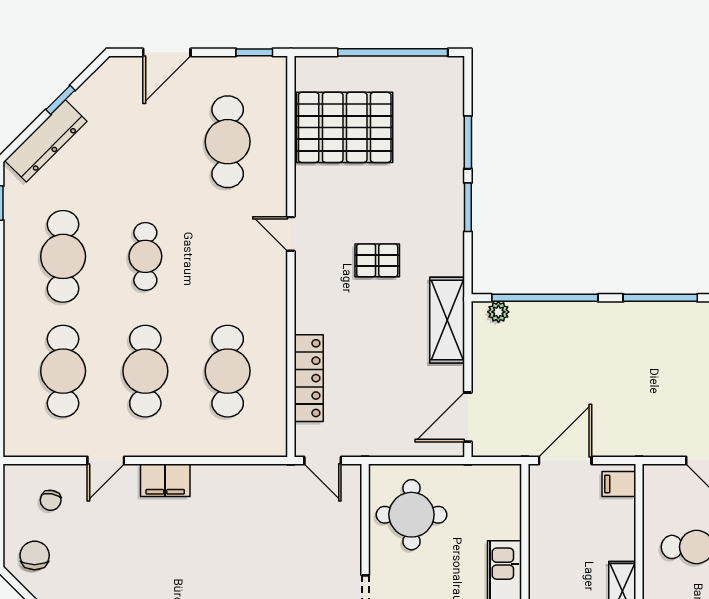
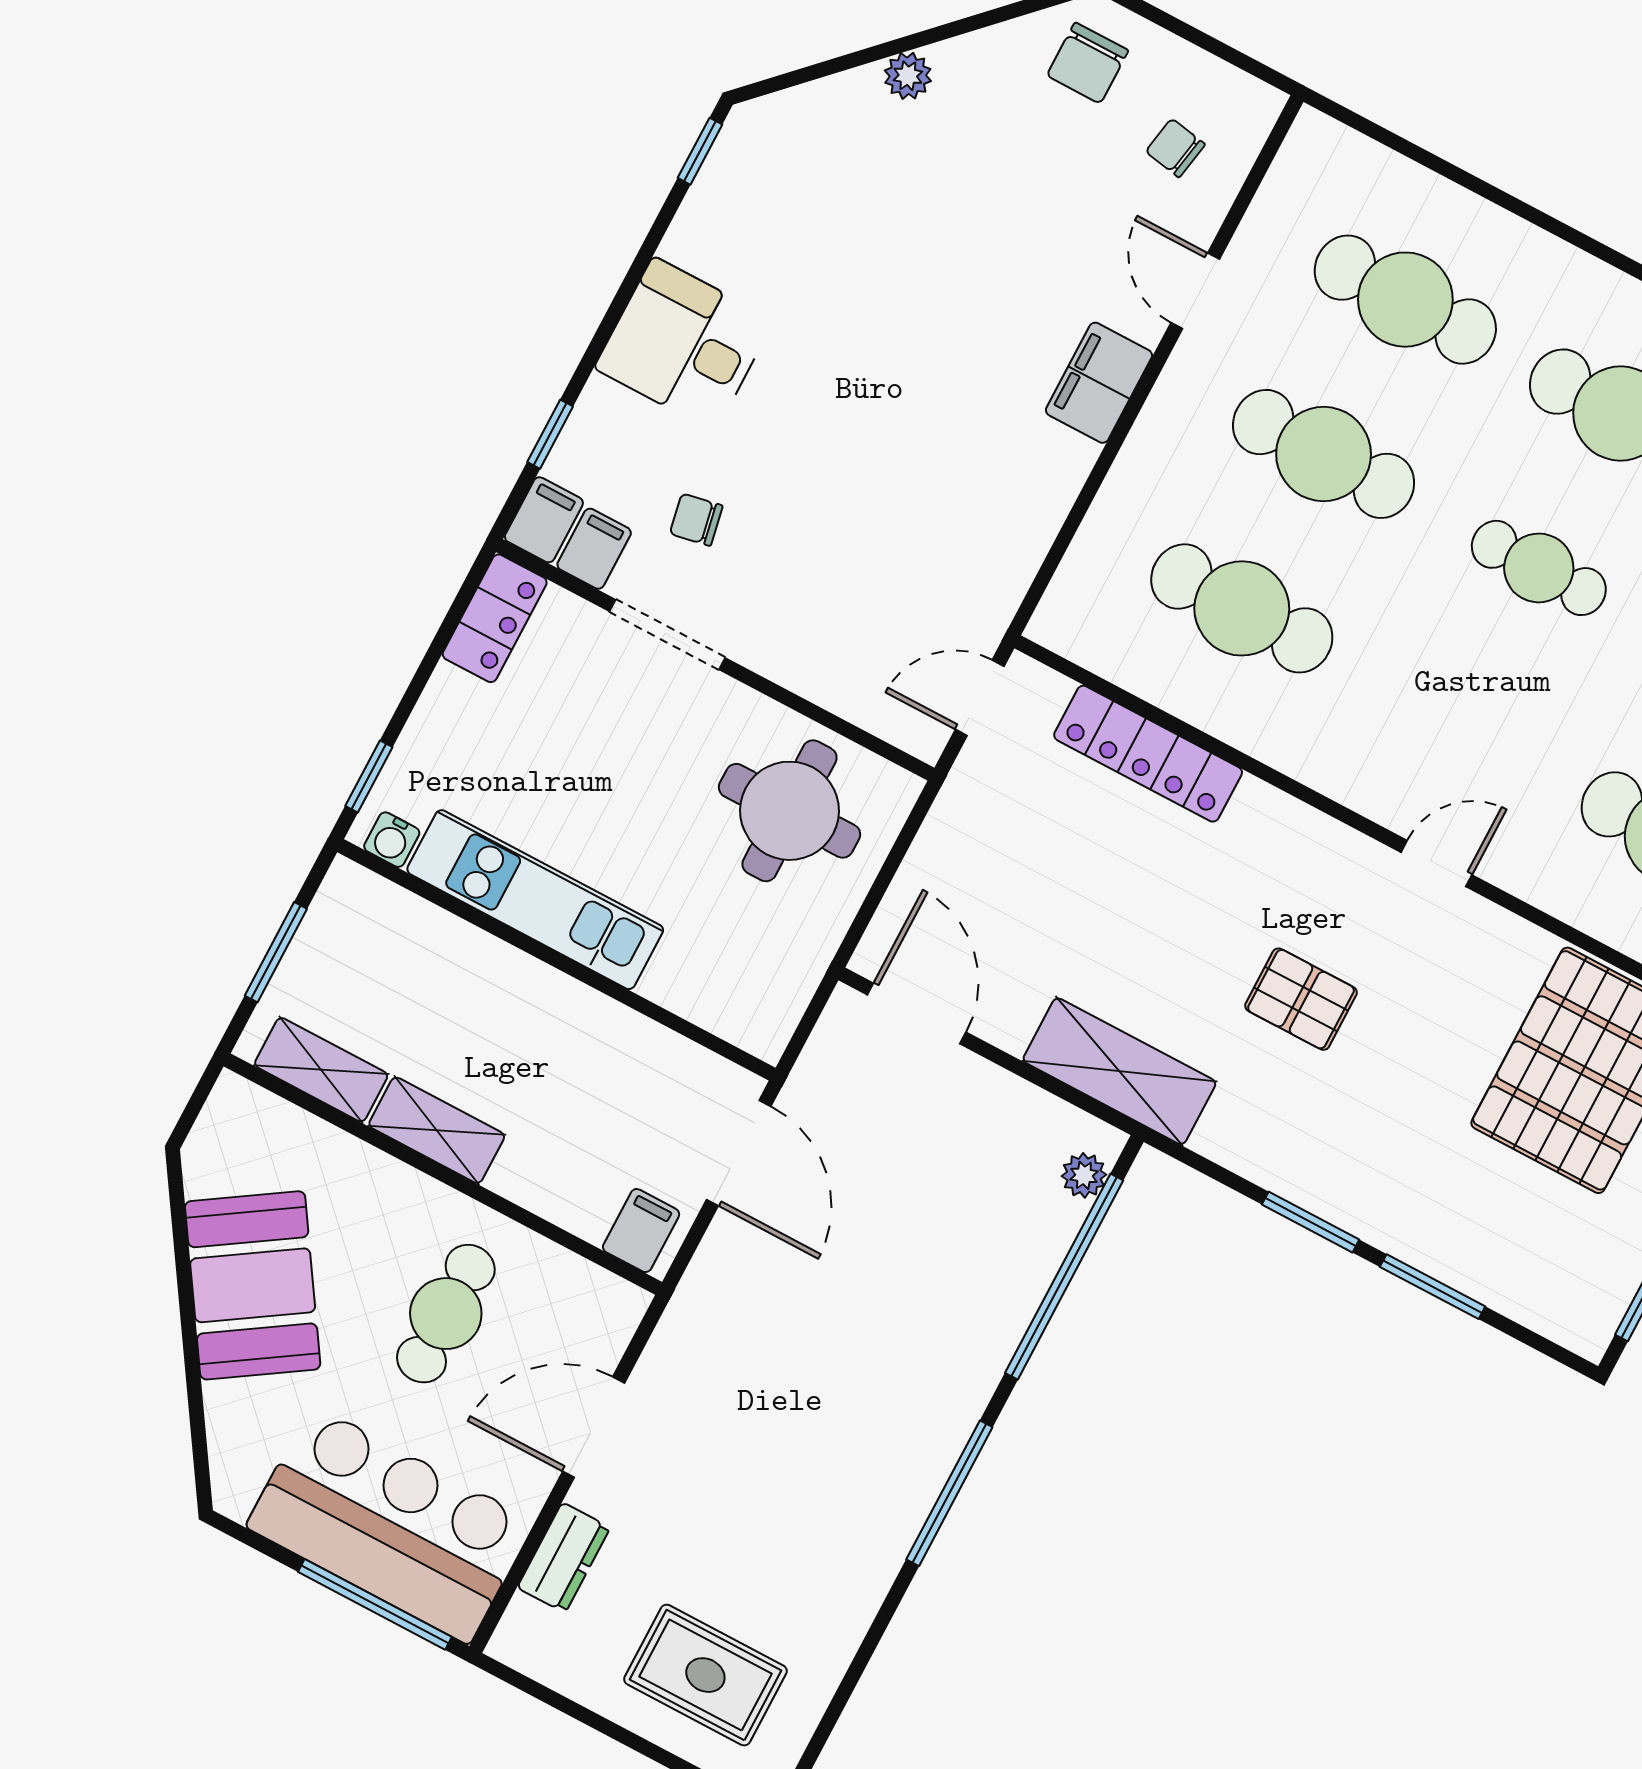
pallet: (377, 260) -> (1301, 999), turned 90
chair: (35, 555) -> (1088, 63), turned 90

